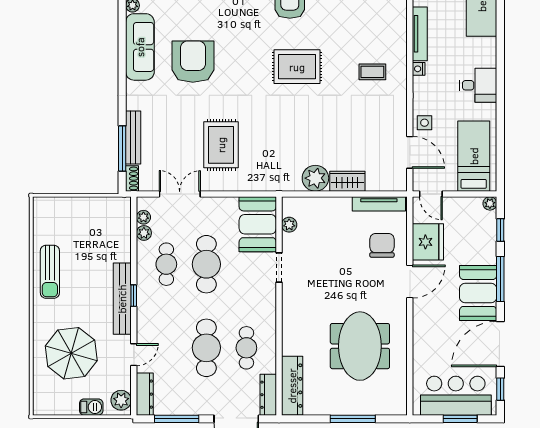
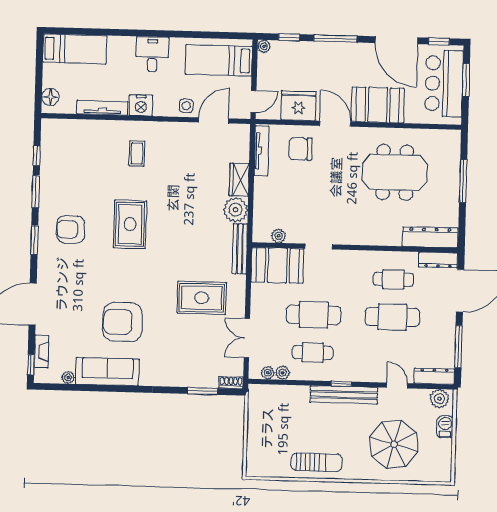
nightstand: (419, 69) -> (141, 105), width x1.89, depth x1.79
bench: (133, 137) -> (240, 249), moved, turned 90
window: (122, 149) -> (203, 391), width x0.69
booth: (478, 293) -> (378, 105), moved

